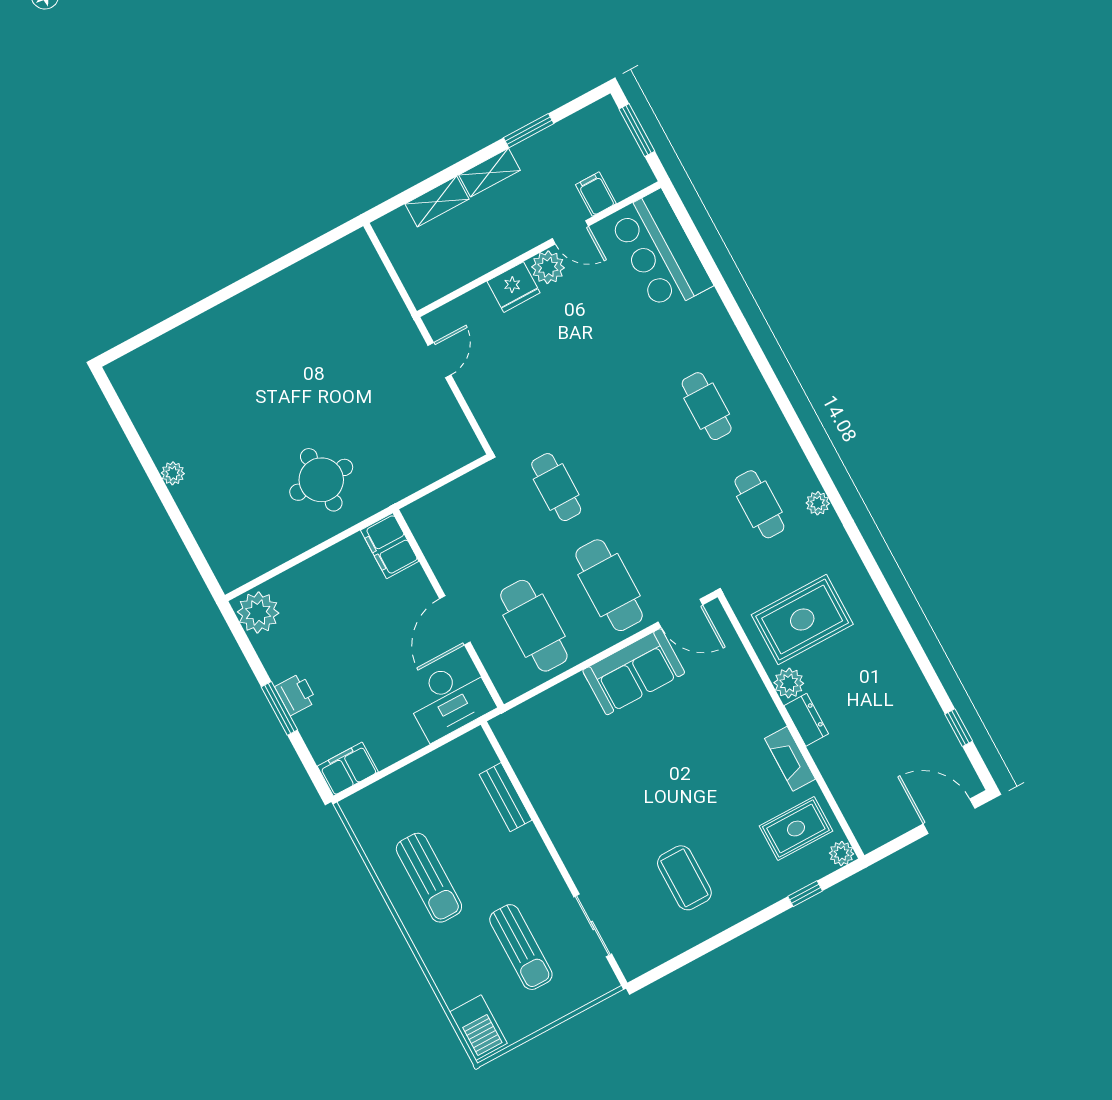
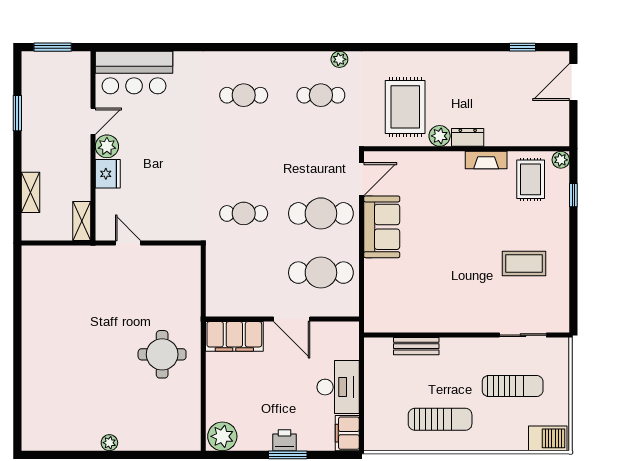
shelving: (490, 173) -> (82, 221), moved
filing cabinet: (596, 194) -> (78, 93), removed
filing cabinet: (390, 546) -> (234, 336), width x1.50, depth x1.17
desk: (450, 699) -> (338, 387), moved

